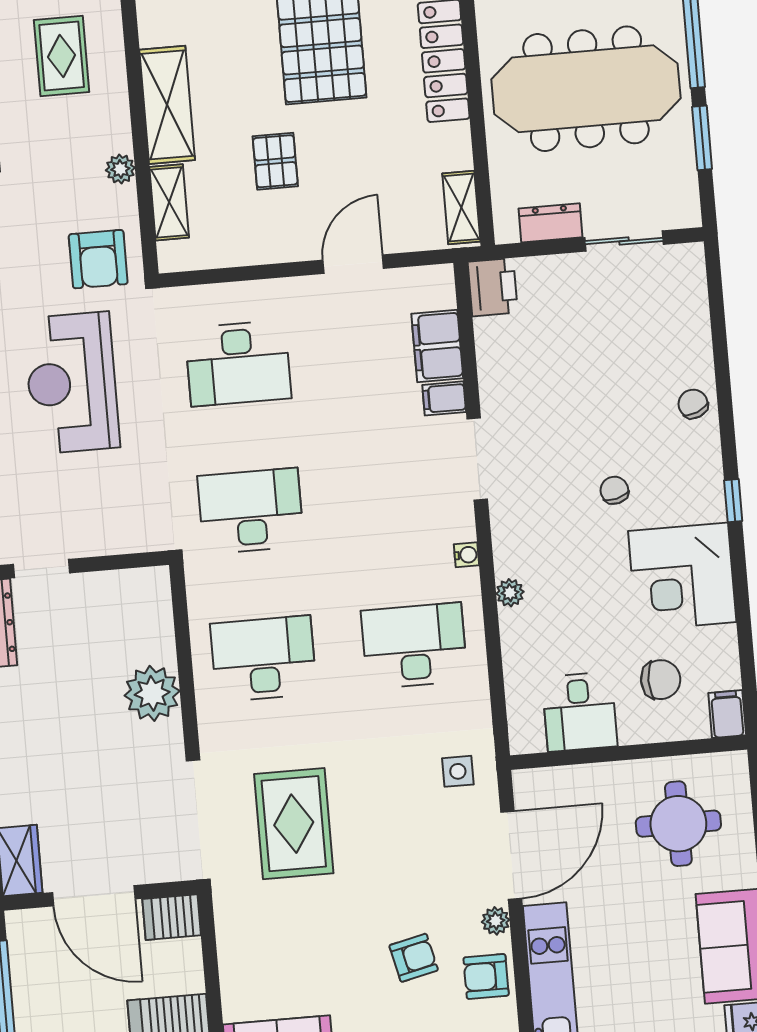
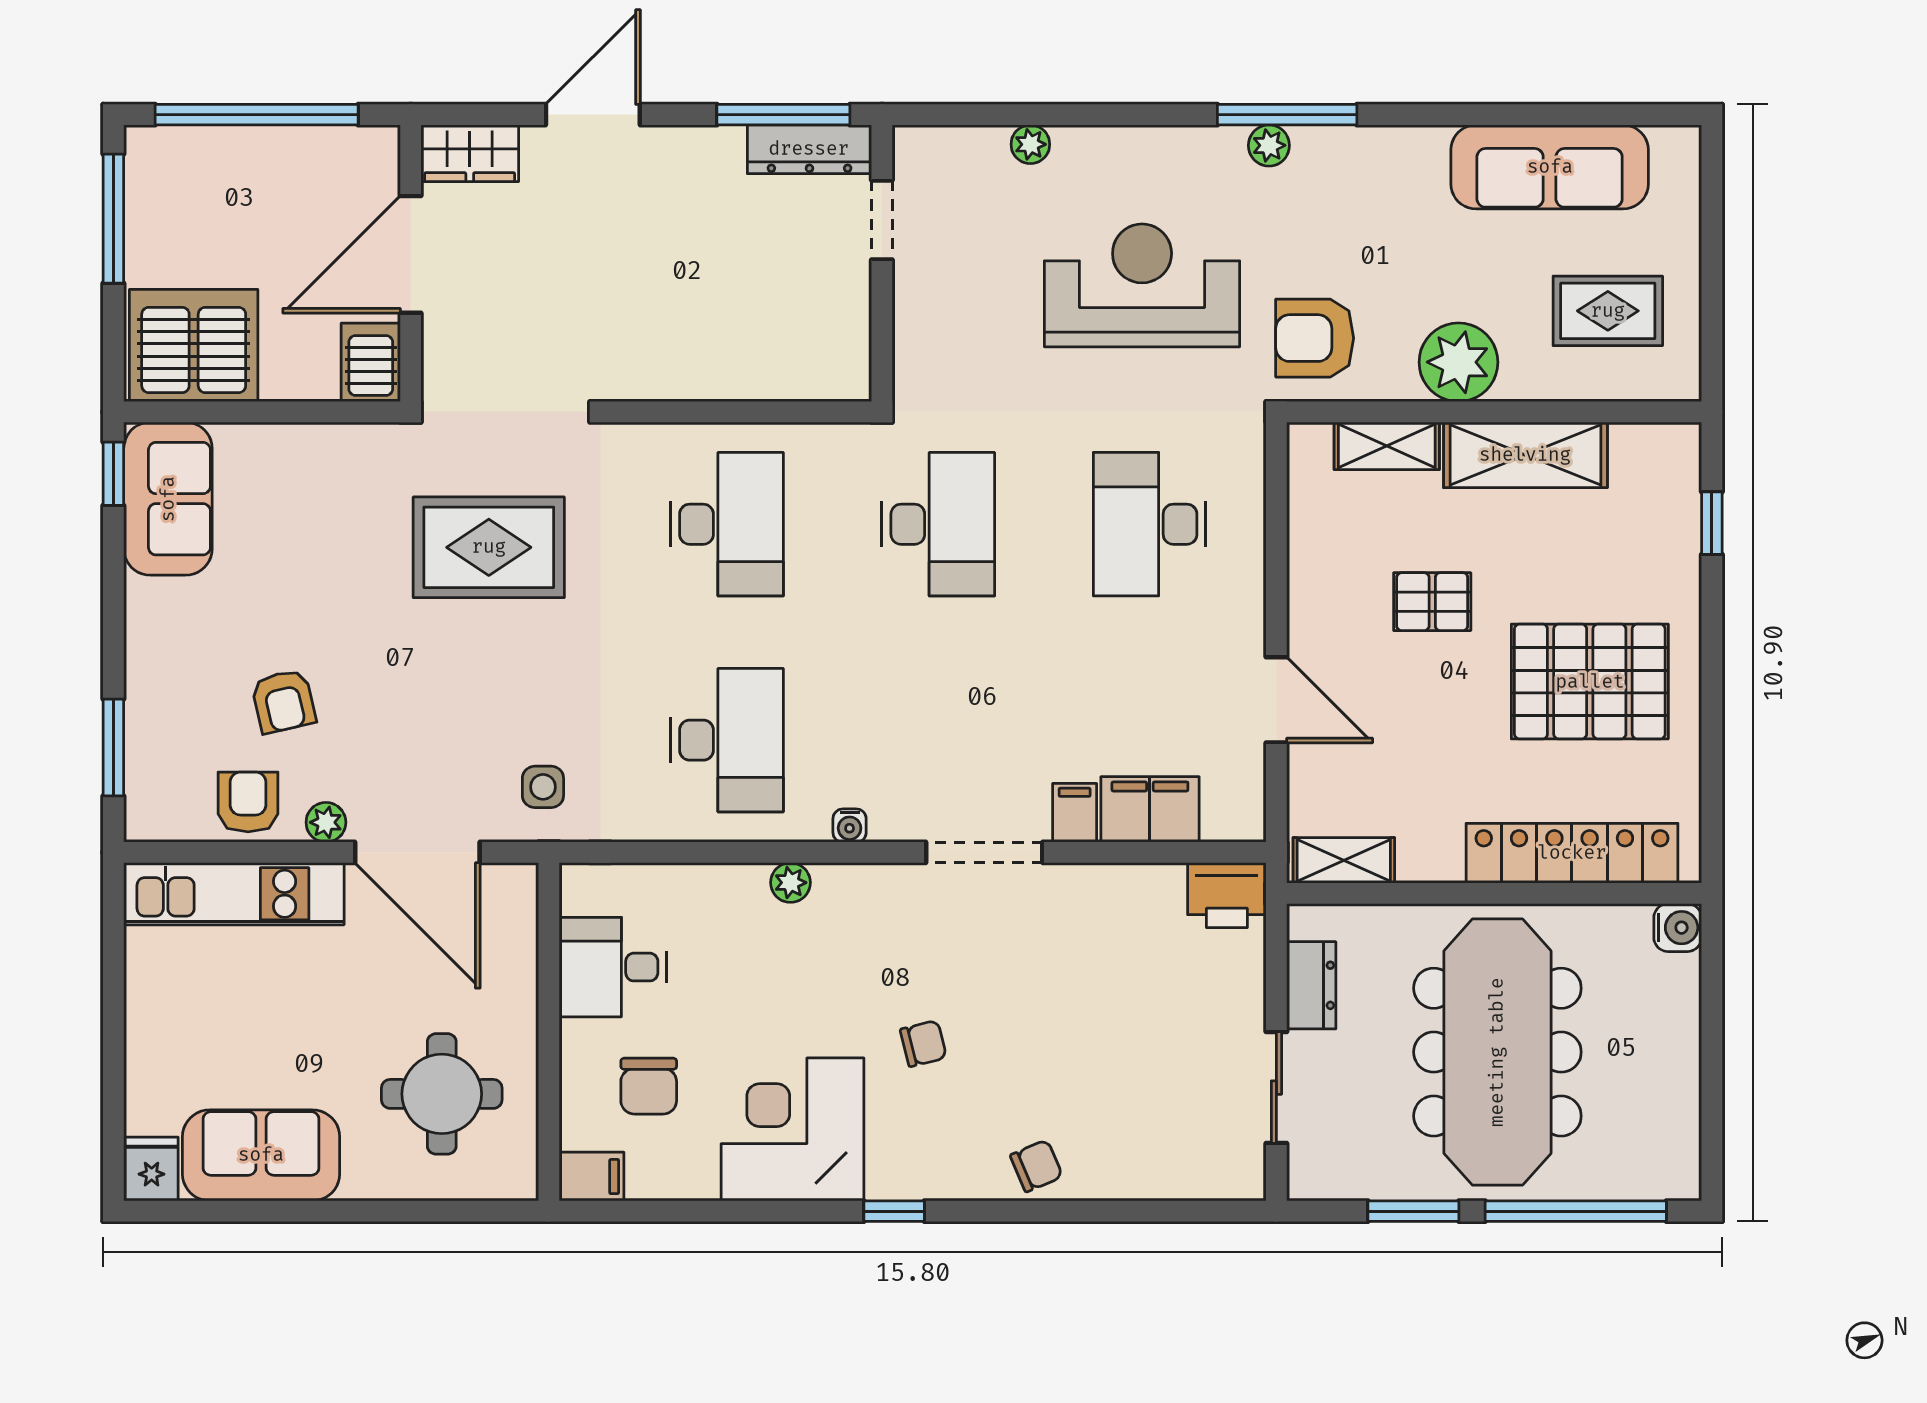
plant: (120, 169) -> (1458, 362), width x1.88, depth x1.88
plant: (152, 693) -> (691, 362), removed

